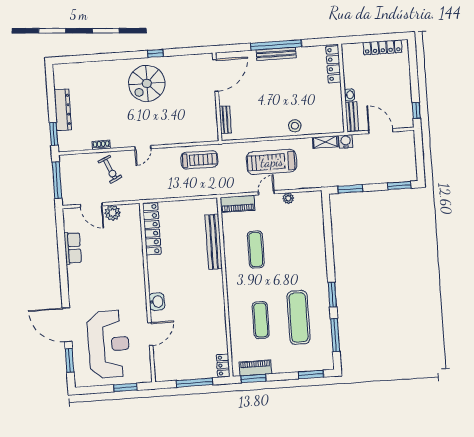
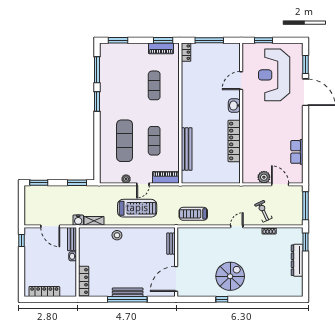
locker: (152, 229) -> (234, 141), moved
exercise mat: (299, 317) -> (125, 141), moved

